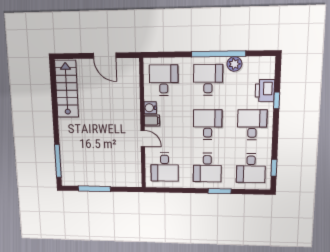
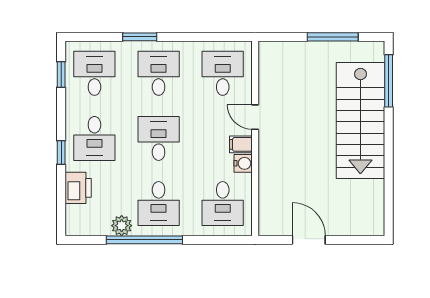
stairs: (67, 89) -> (360, 120), moved, width x1.36, depth x1.51
window: (277, 100) -> (61, 152), moved
desk: (208, 125) -> (159, 138), turned 180

